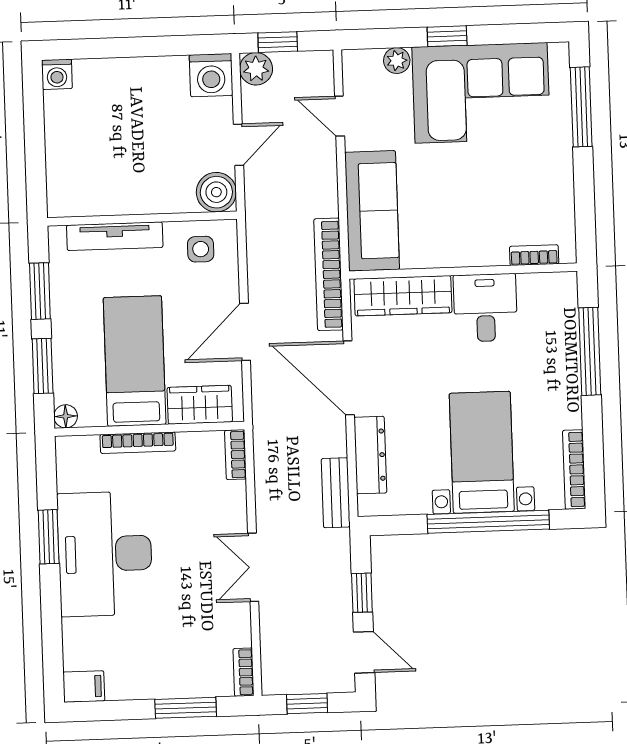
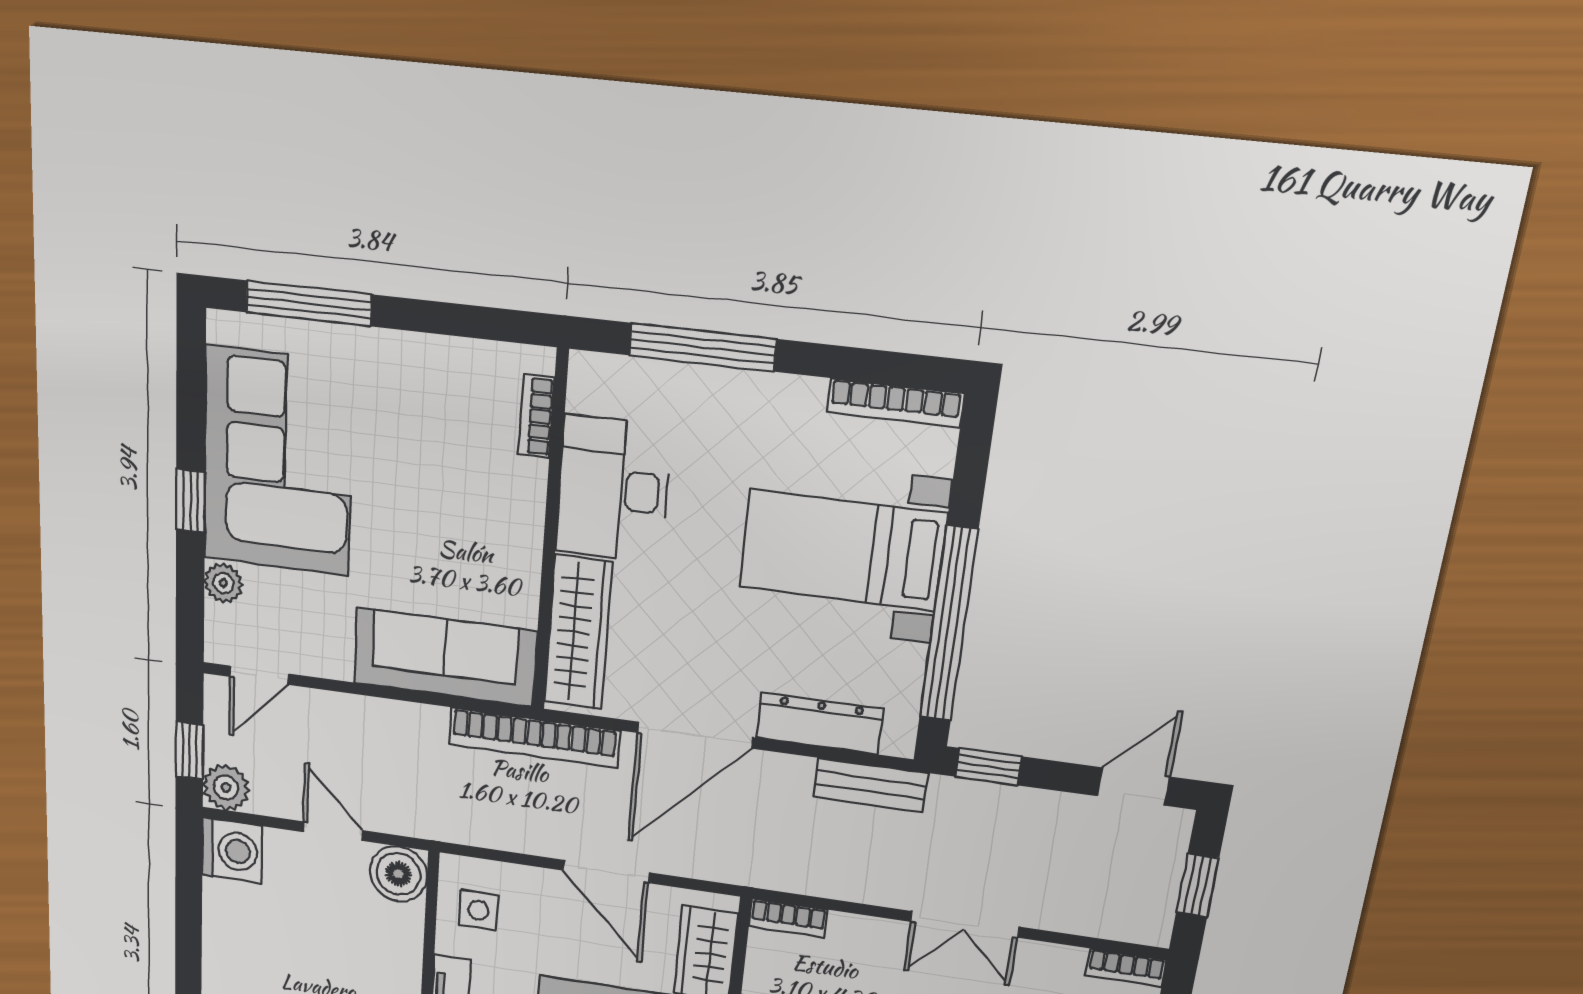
door: (340, 116) -> (259, 675), moved
desk: (485, 308) -> (613, 489), width x1.37
window: (488, 522) -> (949, 624), moved
window: (362, 593) -> (988, 767), moved

